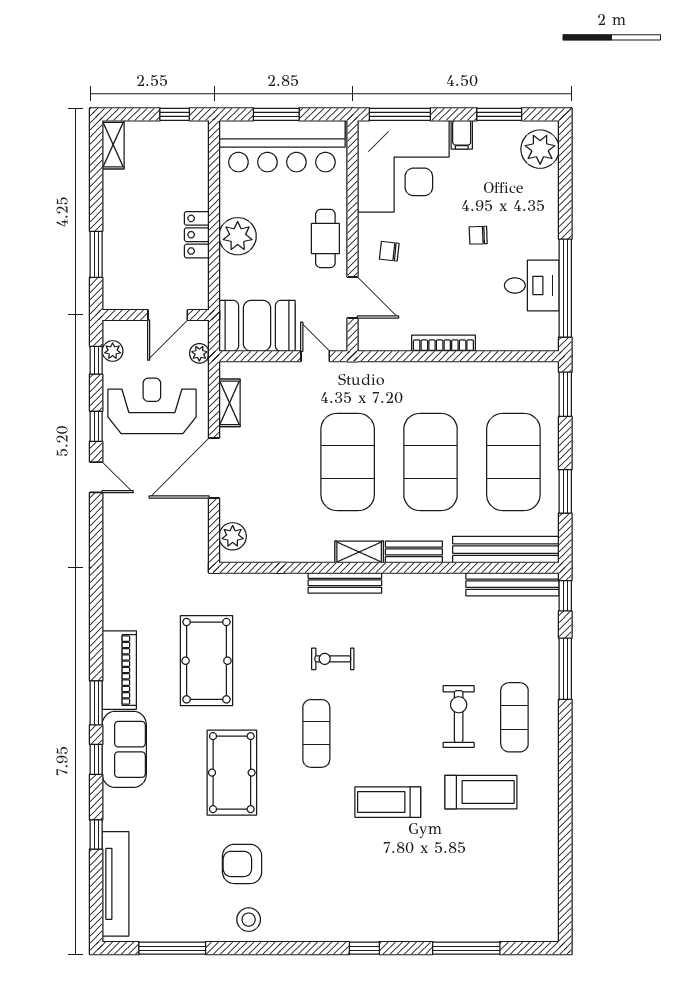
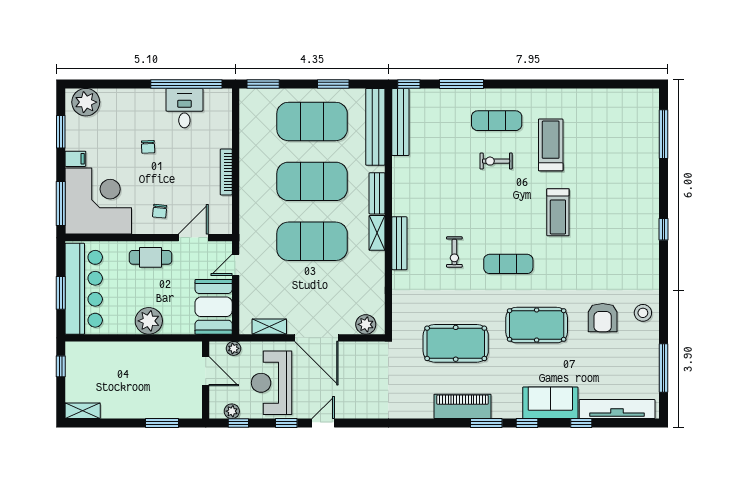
locker: (197, 235) -> (148, 350), removed
exercise bike: (459, 716) -> (496, 161), width x0.73, depth x0.72
sofa: (124, 749) -> (550, 403), moved
window: (466, 948) -> (664, 134), moved

